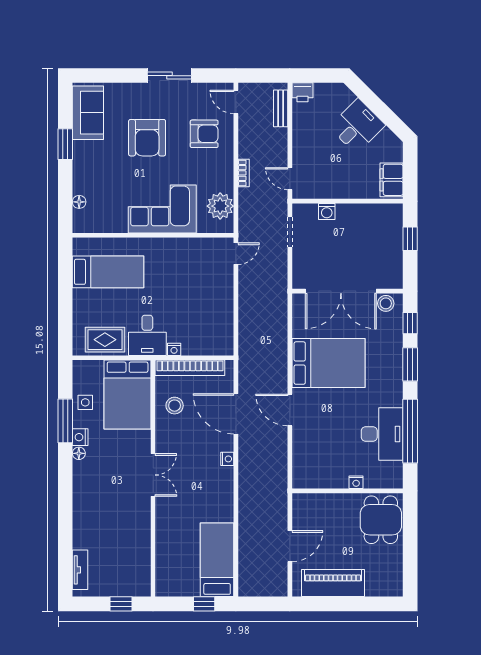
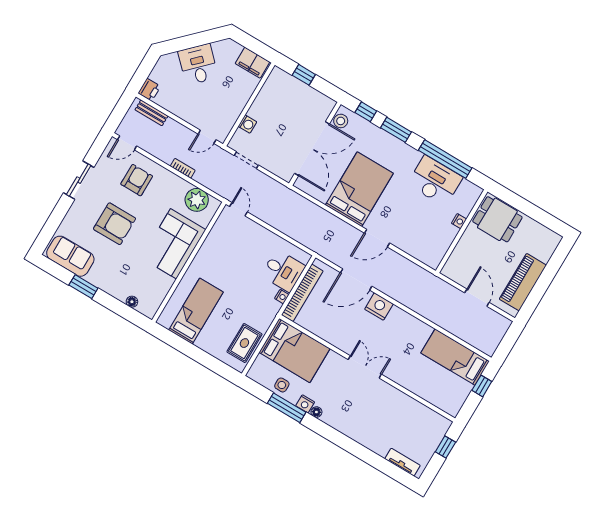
desk: (147, 335) -> (283, 271), moved
stool: (175, 406) -> (323, 321), removed
nightstand: (227, 459) -> (379, 307), width x1.89, depth x1.79

